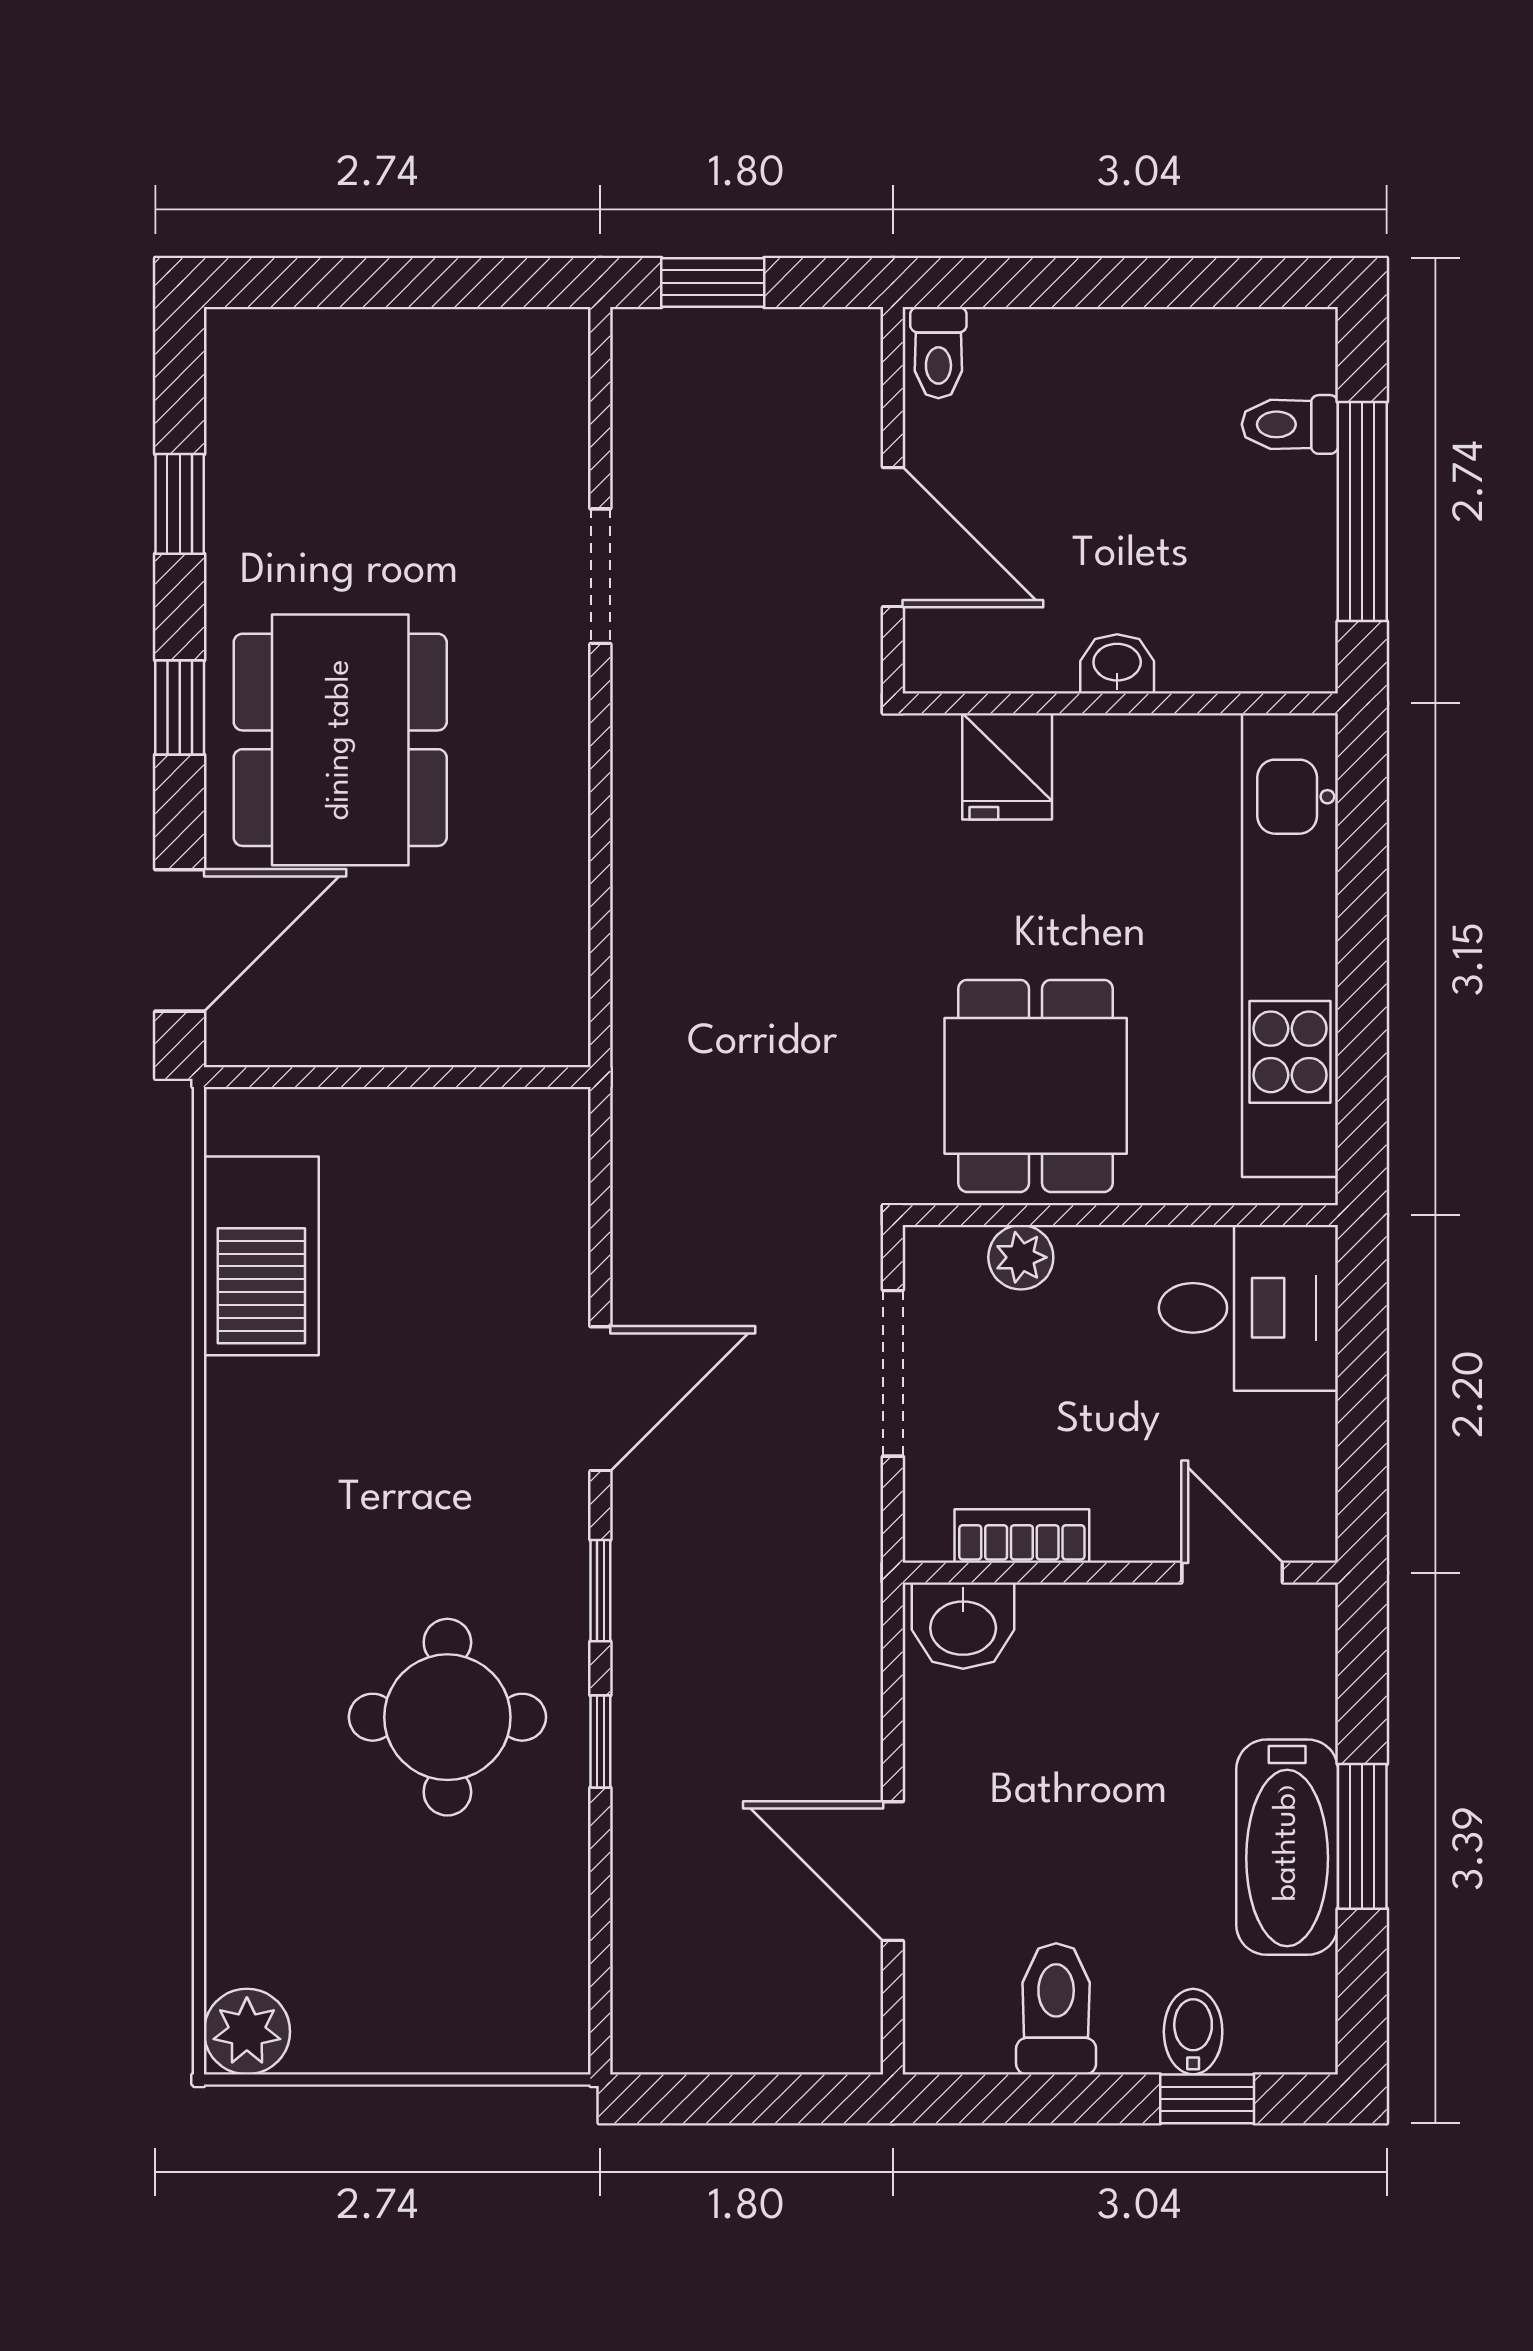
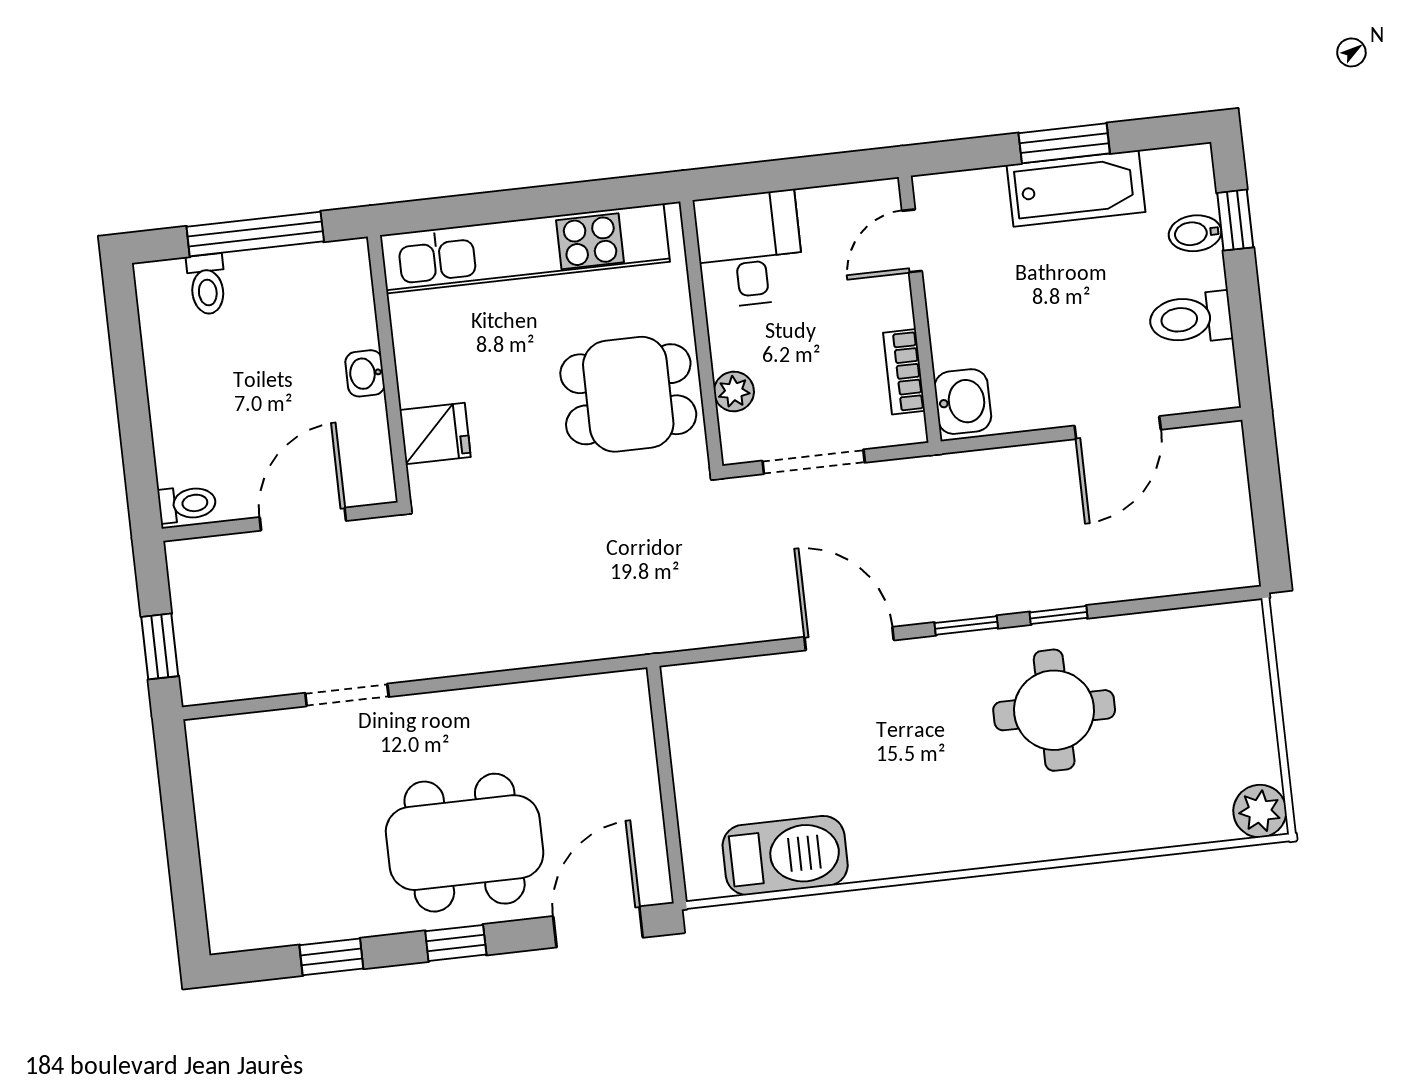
door: (180, 940) -> (598, 927), hinge flipped

